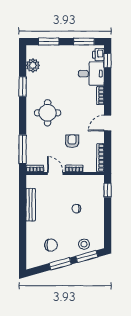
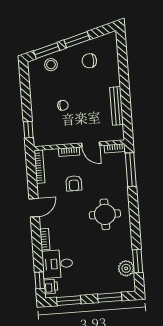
window: (23, 87) -> (138, 261), moved

